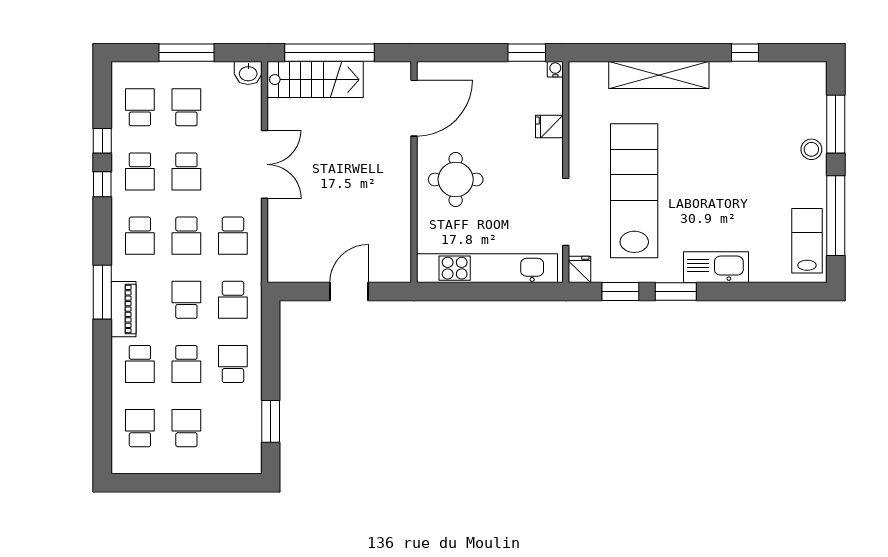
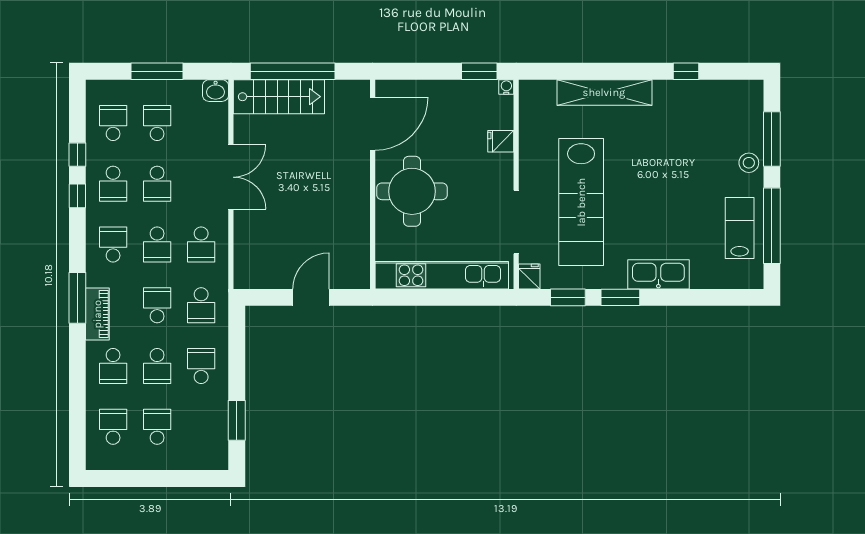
round table: (456, 180) -> (412, 191), width x1.36, depth x1.36
lab bench: (634, 191) -> (581, 202), turned 180
school desk: (140, 236) -> (113, 244), turned 180
lab bench: (807, 241) -> (740, 228), moved

